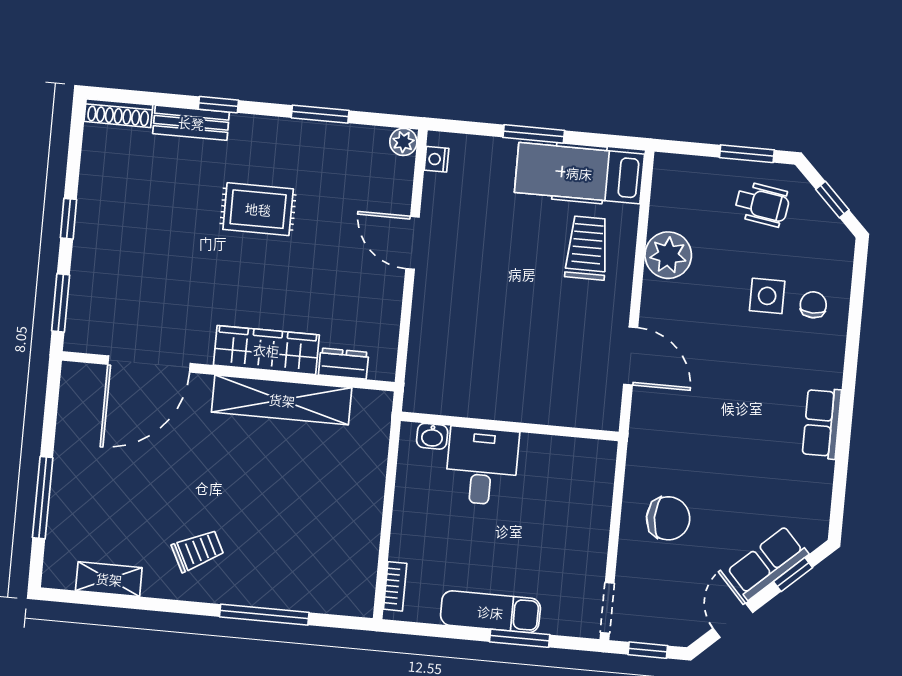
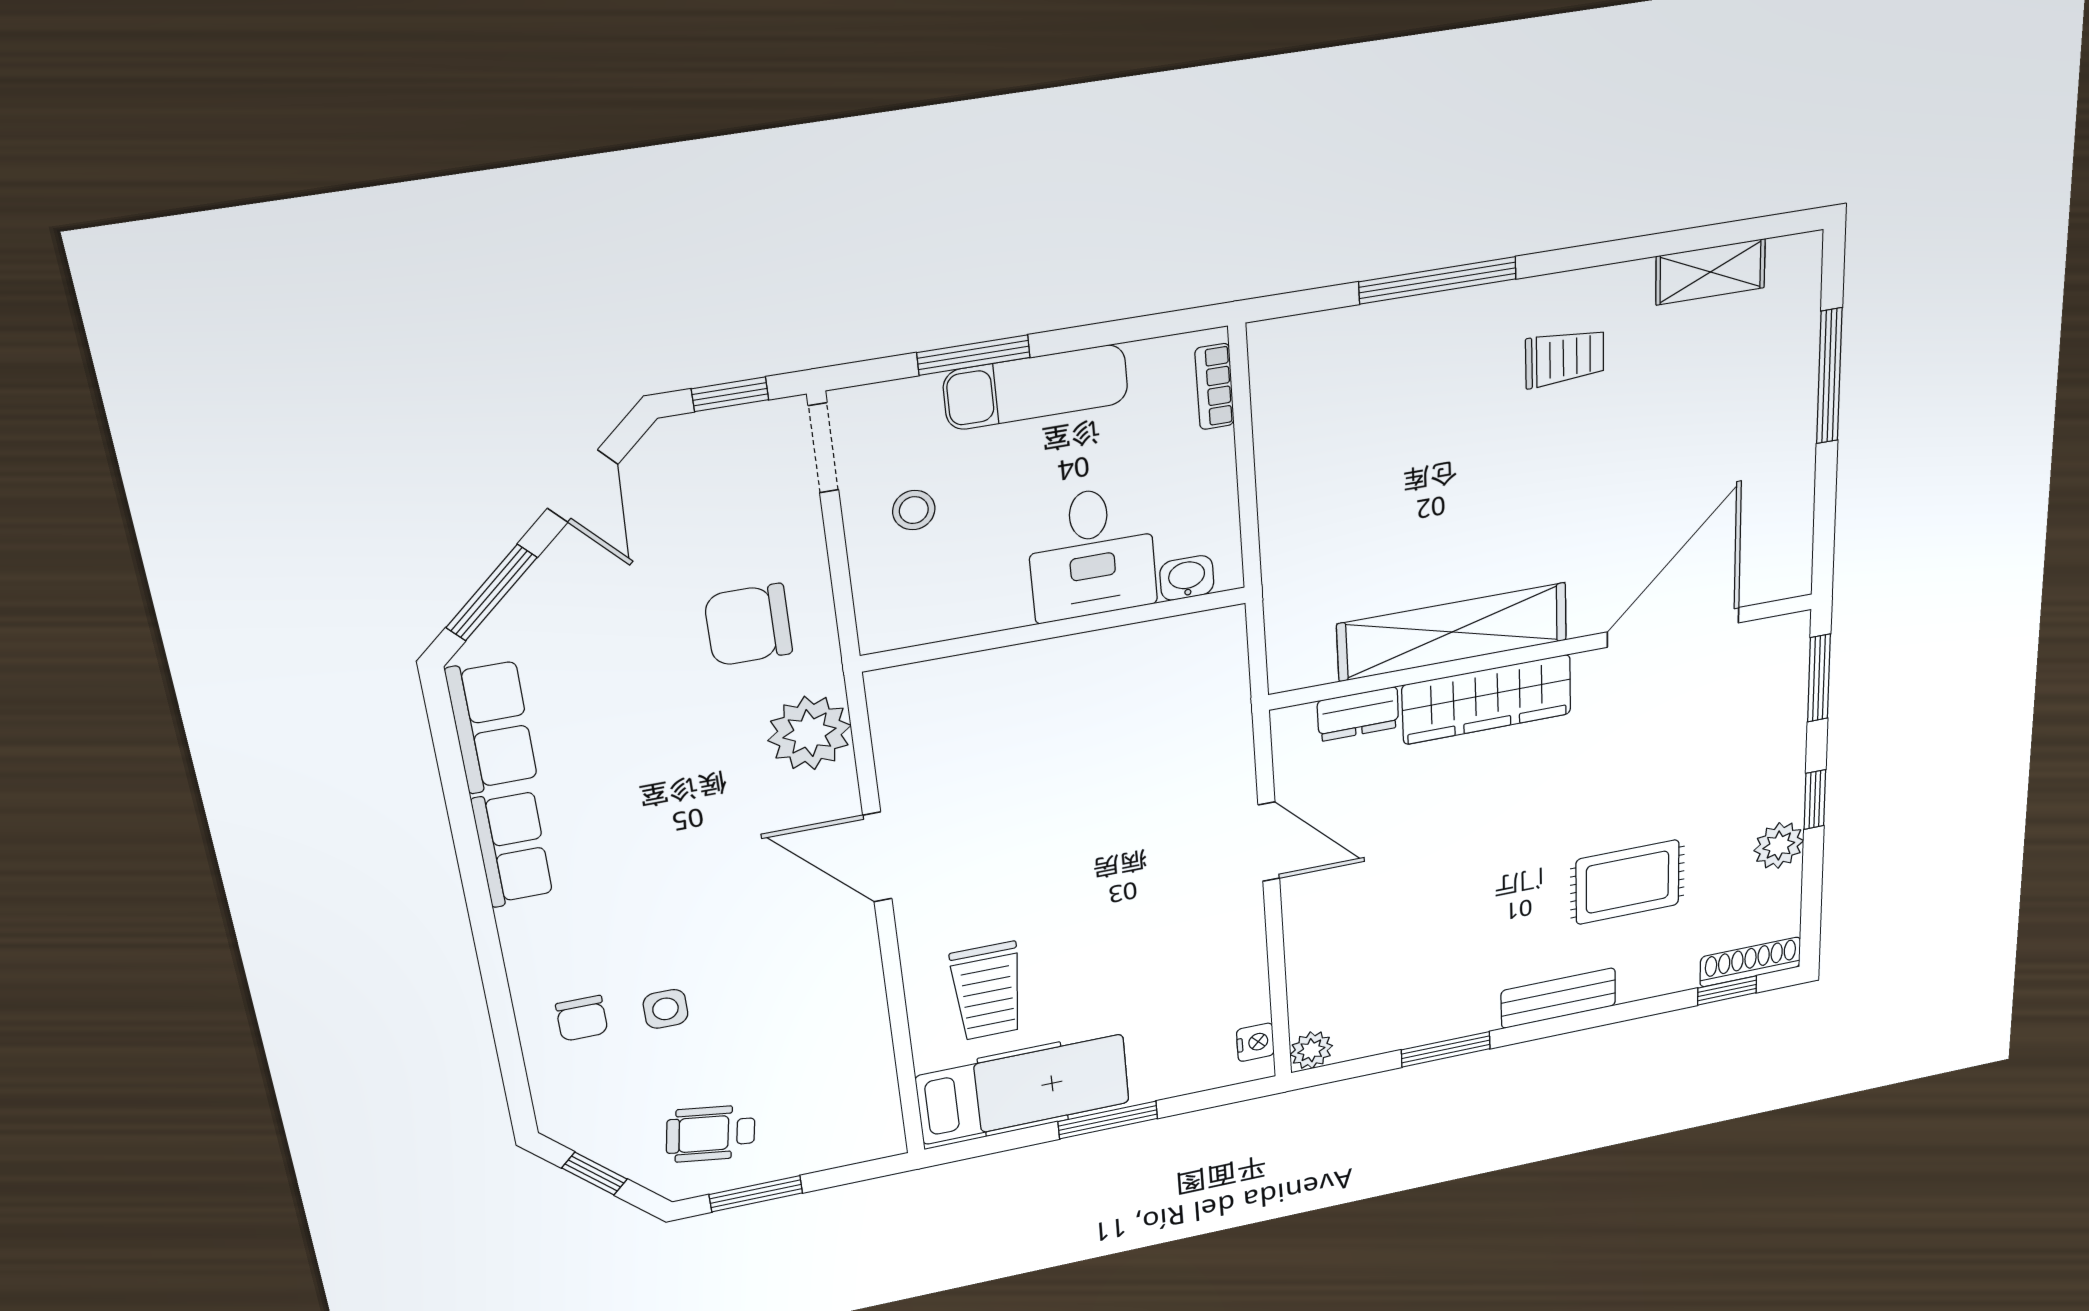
window: (218, 105) -> (1727, 990), moved
bench: (191, 123) -> (1558, 998), moved
plant: (94, 193) -> (1779, 846), added
rug: (258, 209) -> (1627, 882), moved
door: (412, 243) -> (1269, 842), moved
plant: (668, 255) -> (809, 733), moved
side table: (767, 296) -> (666, 1009), width x0.73, depth x0.73
wall: (510, 426) -> (1055, 629), moved
washbasin: (432, 436) -> (1187, 578), moved
desk: (482, 466) -> (1092, 553), moved
trolley: (198, 551) -> (1565, 358), turned -153
stool: (568, 560) -> (914, 510), added
row of seats: (767, 563) -> (492, 726), moved, turned -47
window: (793, 575) -> (491, 593), width x1.50

